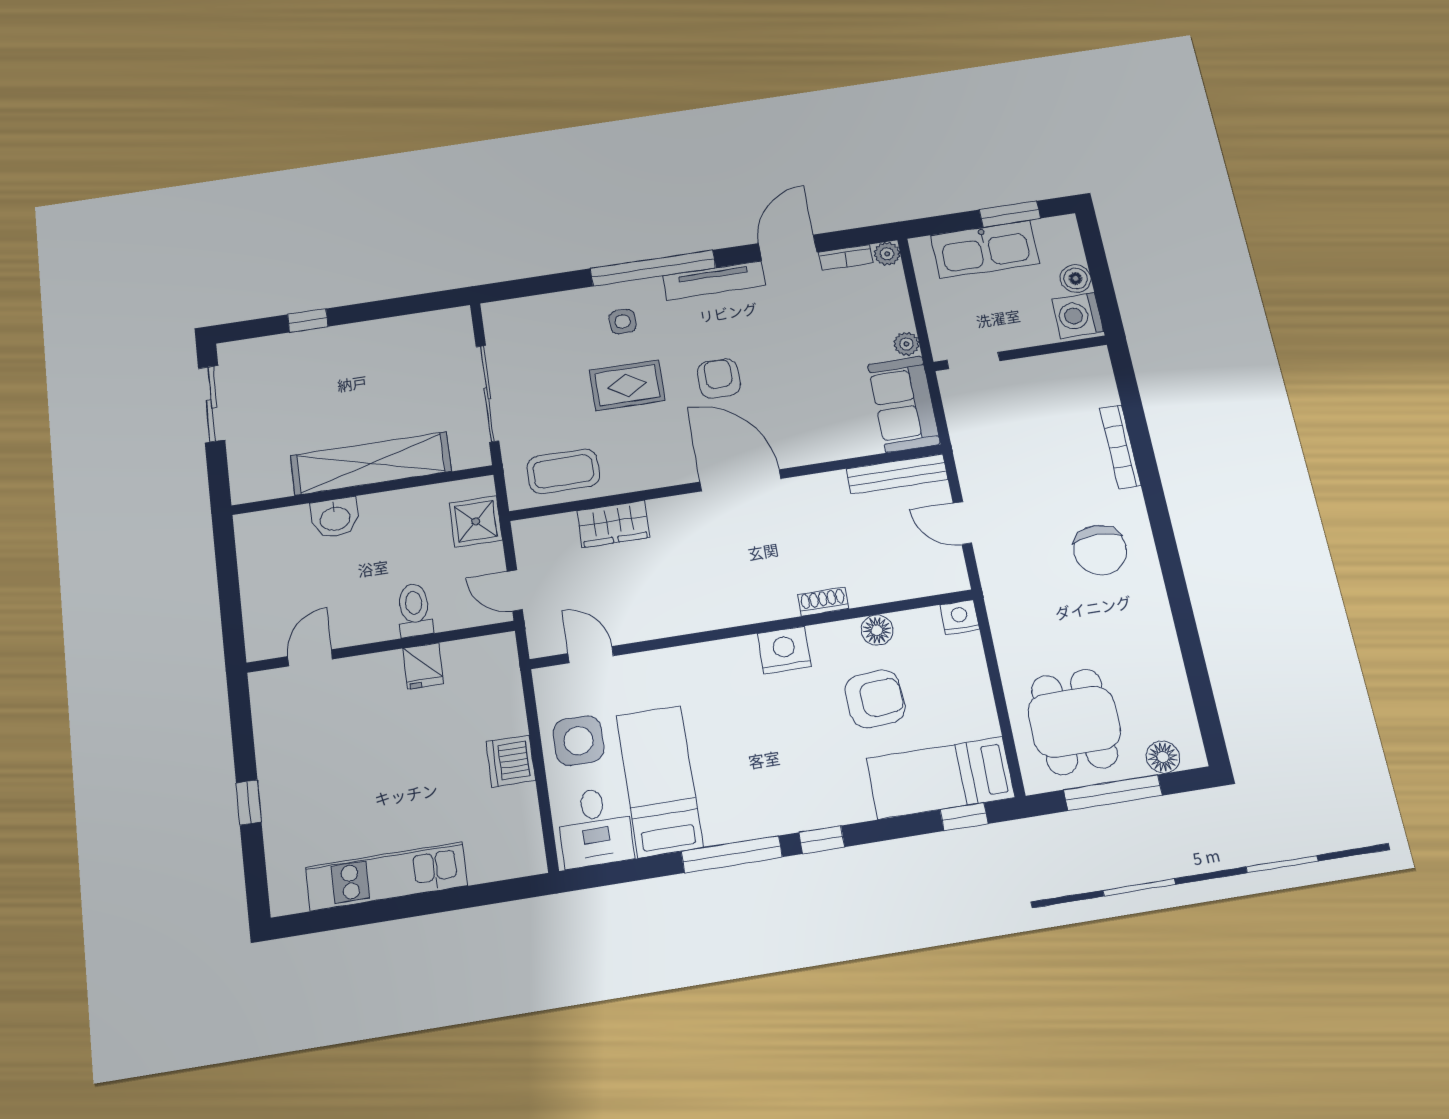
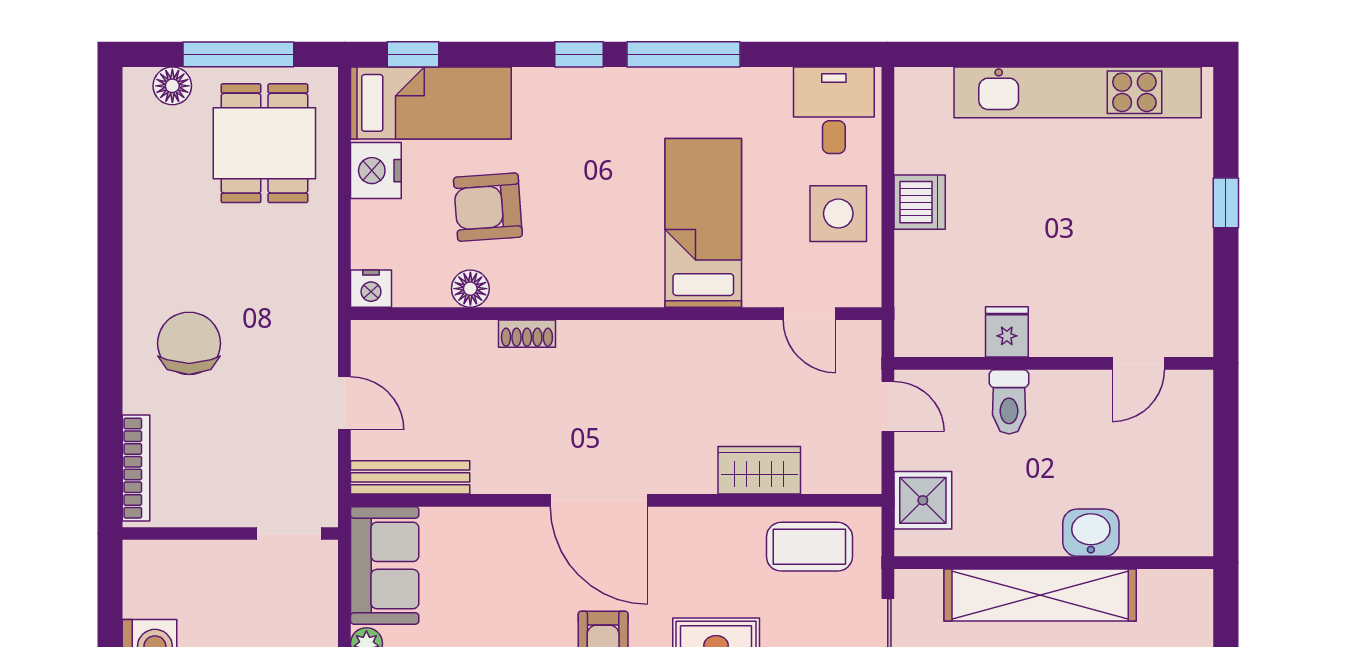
wall: (1020, 353) -> (230, 533), moved
doorway: (973, 361) -> (289, 533), moved
nightstand: (784, 650) -> (376, 171), moved, turned 90
bed: (659, 781) -> (703, 223), moved, turned 180
kitchen unit: (386, 876) -> (1078, 92), width x1.36

